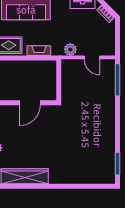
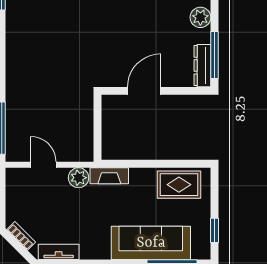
fireplace: (39, 51) -> (109, 176), moved

